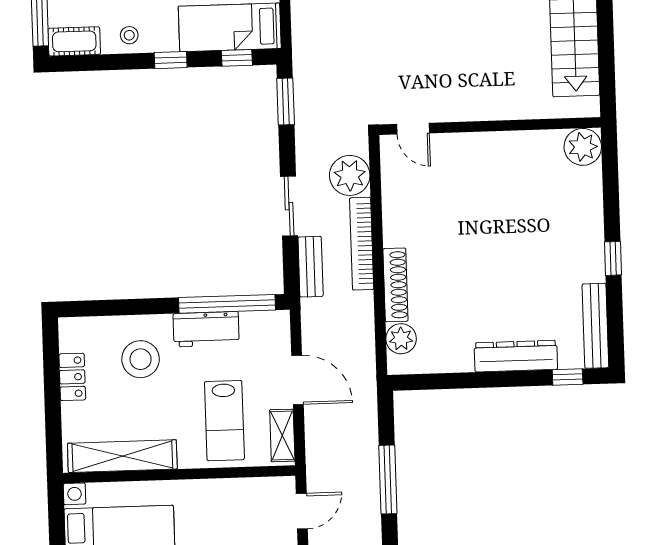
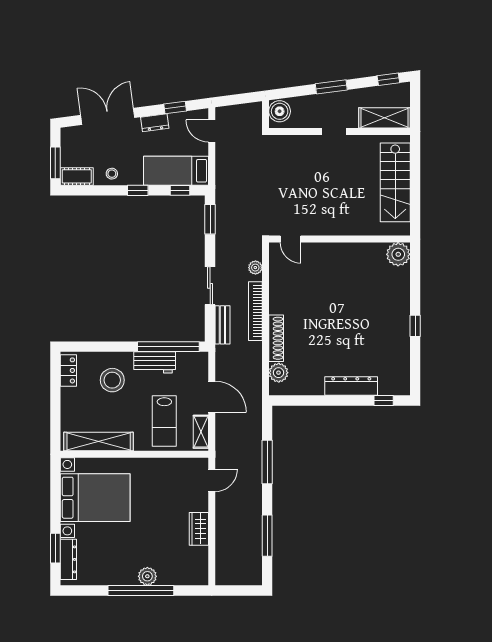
plant: (350, 175) -> (255, 268), width x0.53, depth x0.53
bench: (595, 326) -> (403, 368), removed
locker: (72, 377) -> (68, 370), moved

